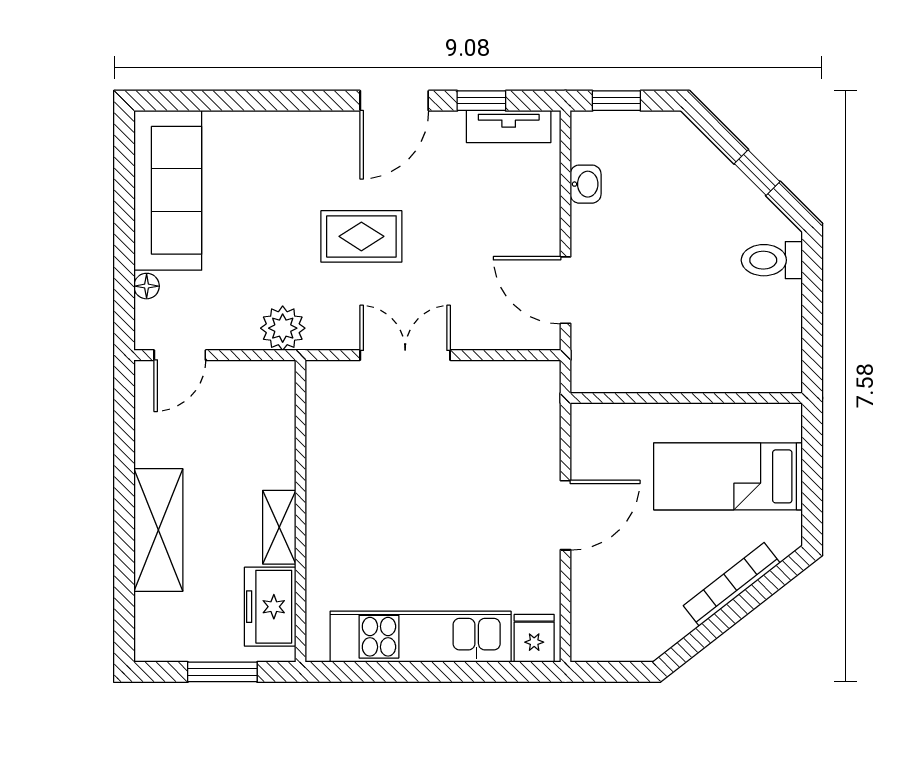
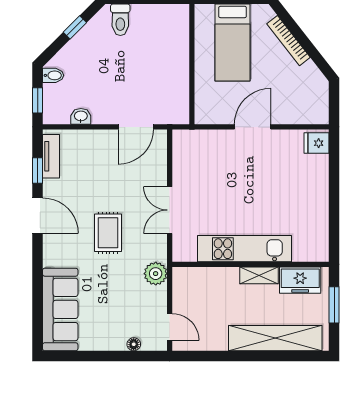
bidet: (665, 131) -> (53, 75), added
sofa: (168, 190) -> (60, 309), moved, turned 90
door: (565, 515) -> (253, 127), hinge flipped
shelving: (158, 530) -> (275, 338), width x1.47
kitchen unit: (421, 637) -> (244, 249), moved, turned 90

